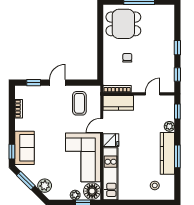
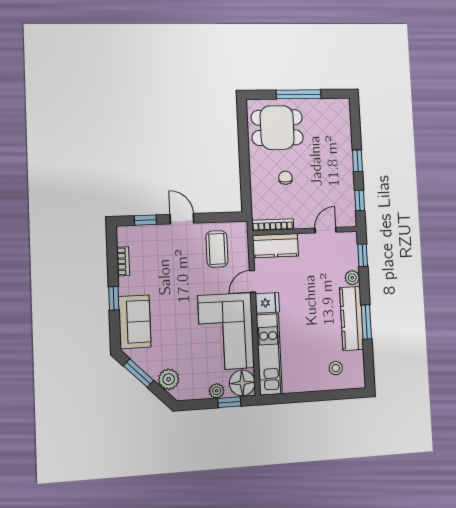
door: (57, 83) -> (182, 219), hinge flipped
window: (12, 152) -> (114, 298), moved

